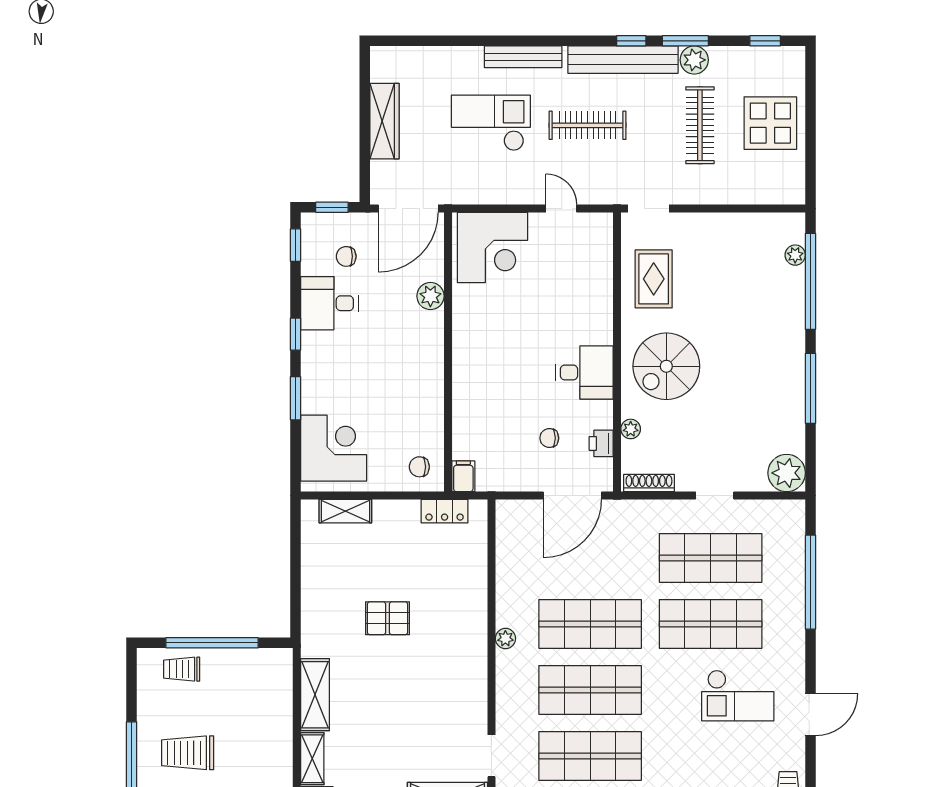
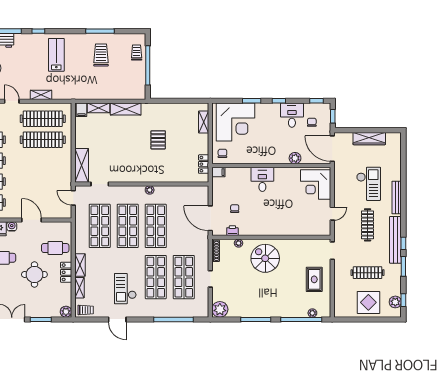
plant: (694, 60) -> (395, 302), moved
rug: (654, 279) -> (314, 279), moved, turned 90
desk: (584, 372) -> (262, 179), moved, turned 180
corner desk: (334, 448) -> (235, 122), width x1.36, depth x1.36

